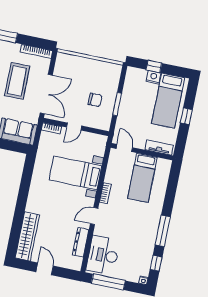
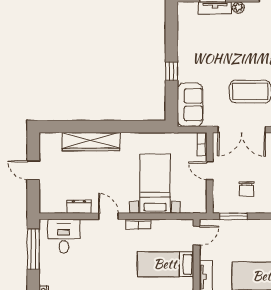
window: (117, 104) -> (233, 216), moved
wardrobe: (27, 236) -> (91, 142), moved
dresser: (81, 242) -> (79, 207), width x0.70
desk: (103, 255) -> (64, 236), width x0.73
door: (45, 269) -> (33, 170), swing flipped

